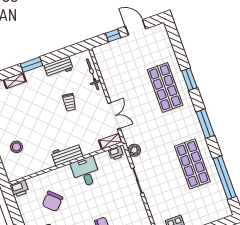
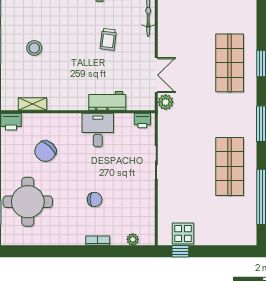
shelving: (110, 141) -> (33, 104), moved
stool: (16, 147) -> (34, 48), moved
plant: (134, 150) -> (166, 102), moved
workbench: (67, 154) -> (107, 101), moved

